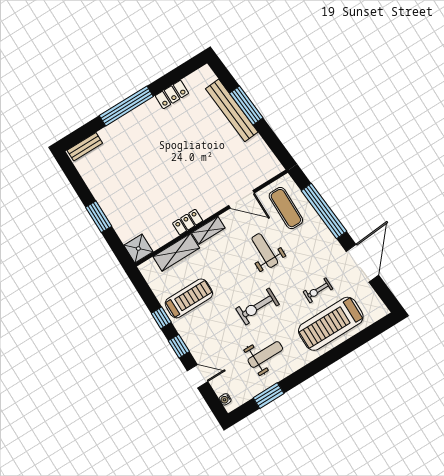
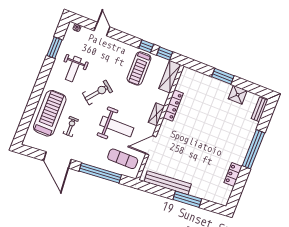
bench: (232, 110) -> (168, 183), moved
locker: (188, 222) -> (173, 105), width x1.53
shower: (138, 249) -> (238, 95), moved
weight bench: (265, 251) -> (117, 126), width x1.36, depth x1.33
shelving: (176, 252) -> (170, 77), moved
exercise bike: (258, 307) -> (98, 92), turned 39
window: (179, 346) -> (165, 53), moved
door: (197, 376) -> (102, 29), swing flipped

